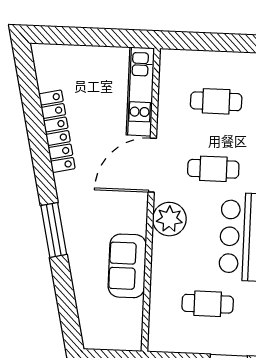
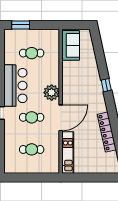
window: (54, 230) -> (106, 85), width x0.46
sofa: (127, 266) -> (71, 45), moved

